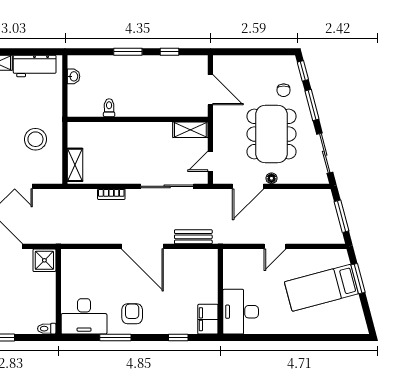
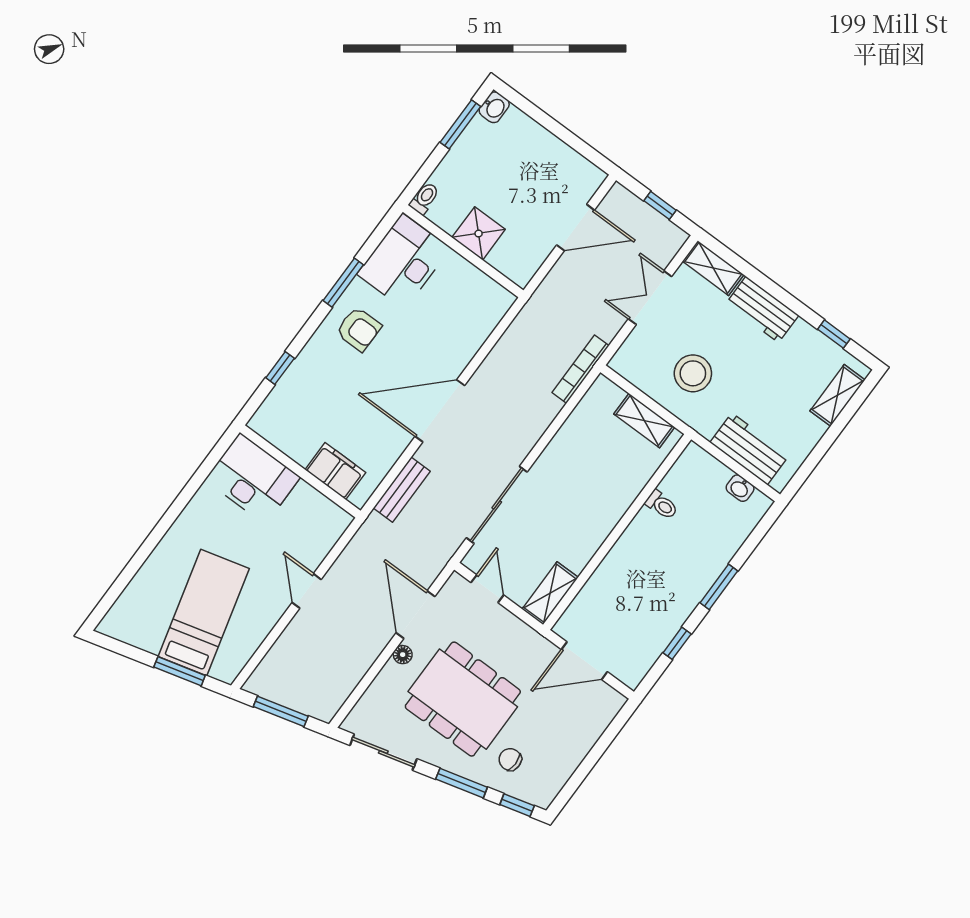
workbench: (35, 66) -> (750, 449), moved, turned 90
shelving: (75, 165) -> (644, 421), moved
bookcase: (111, 194) -> (580, 369), moved, width x1.56
shower: (44, 260) -> (479, 233), moved
filing cabinet: (208, 319) -> (335, 471), moved

